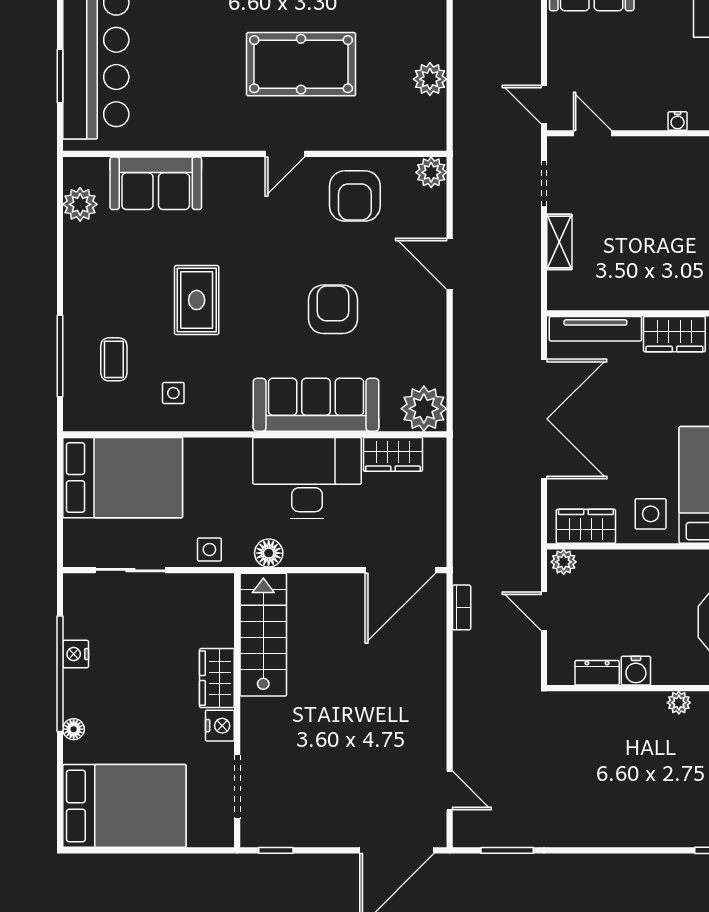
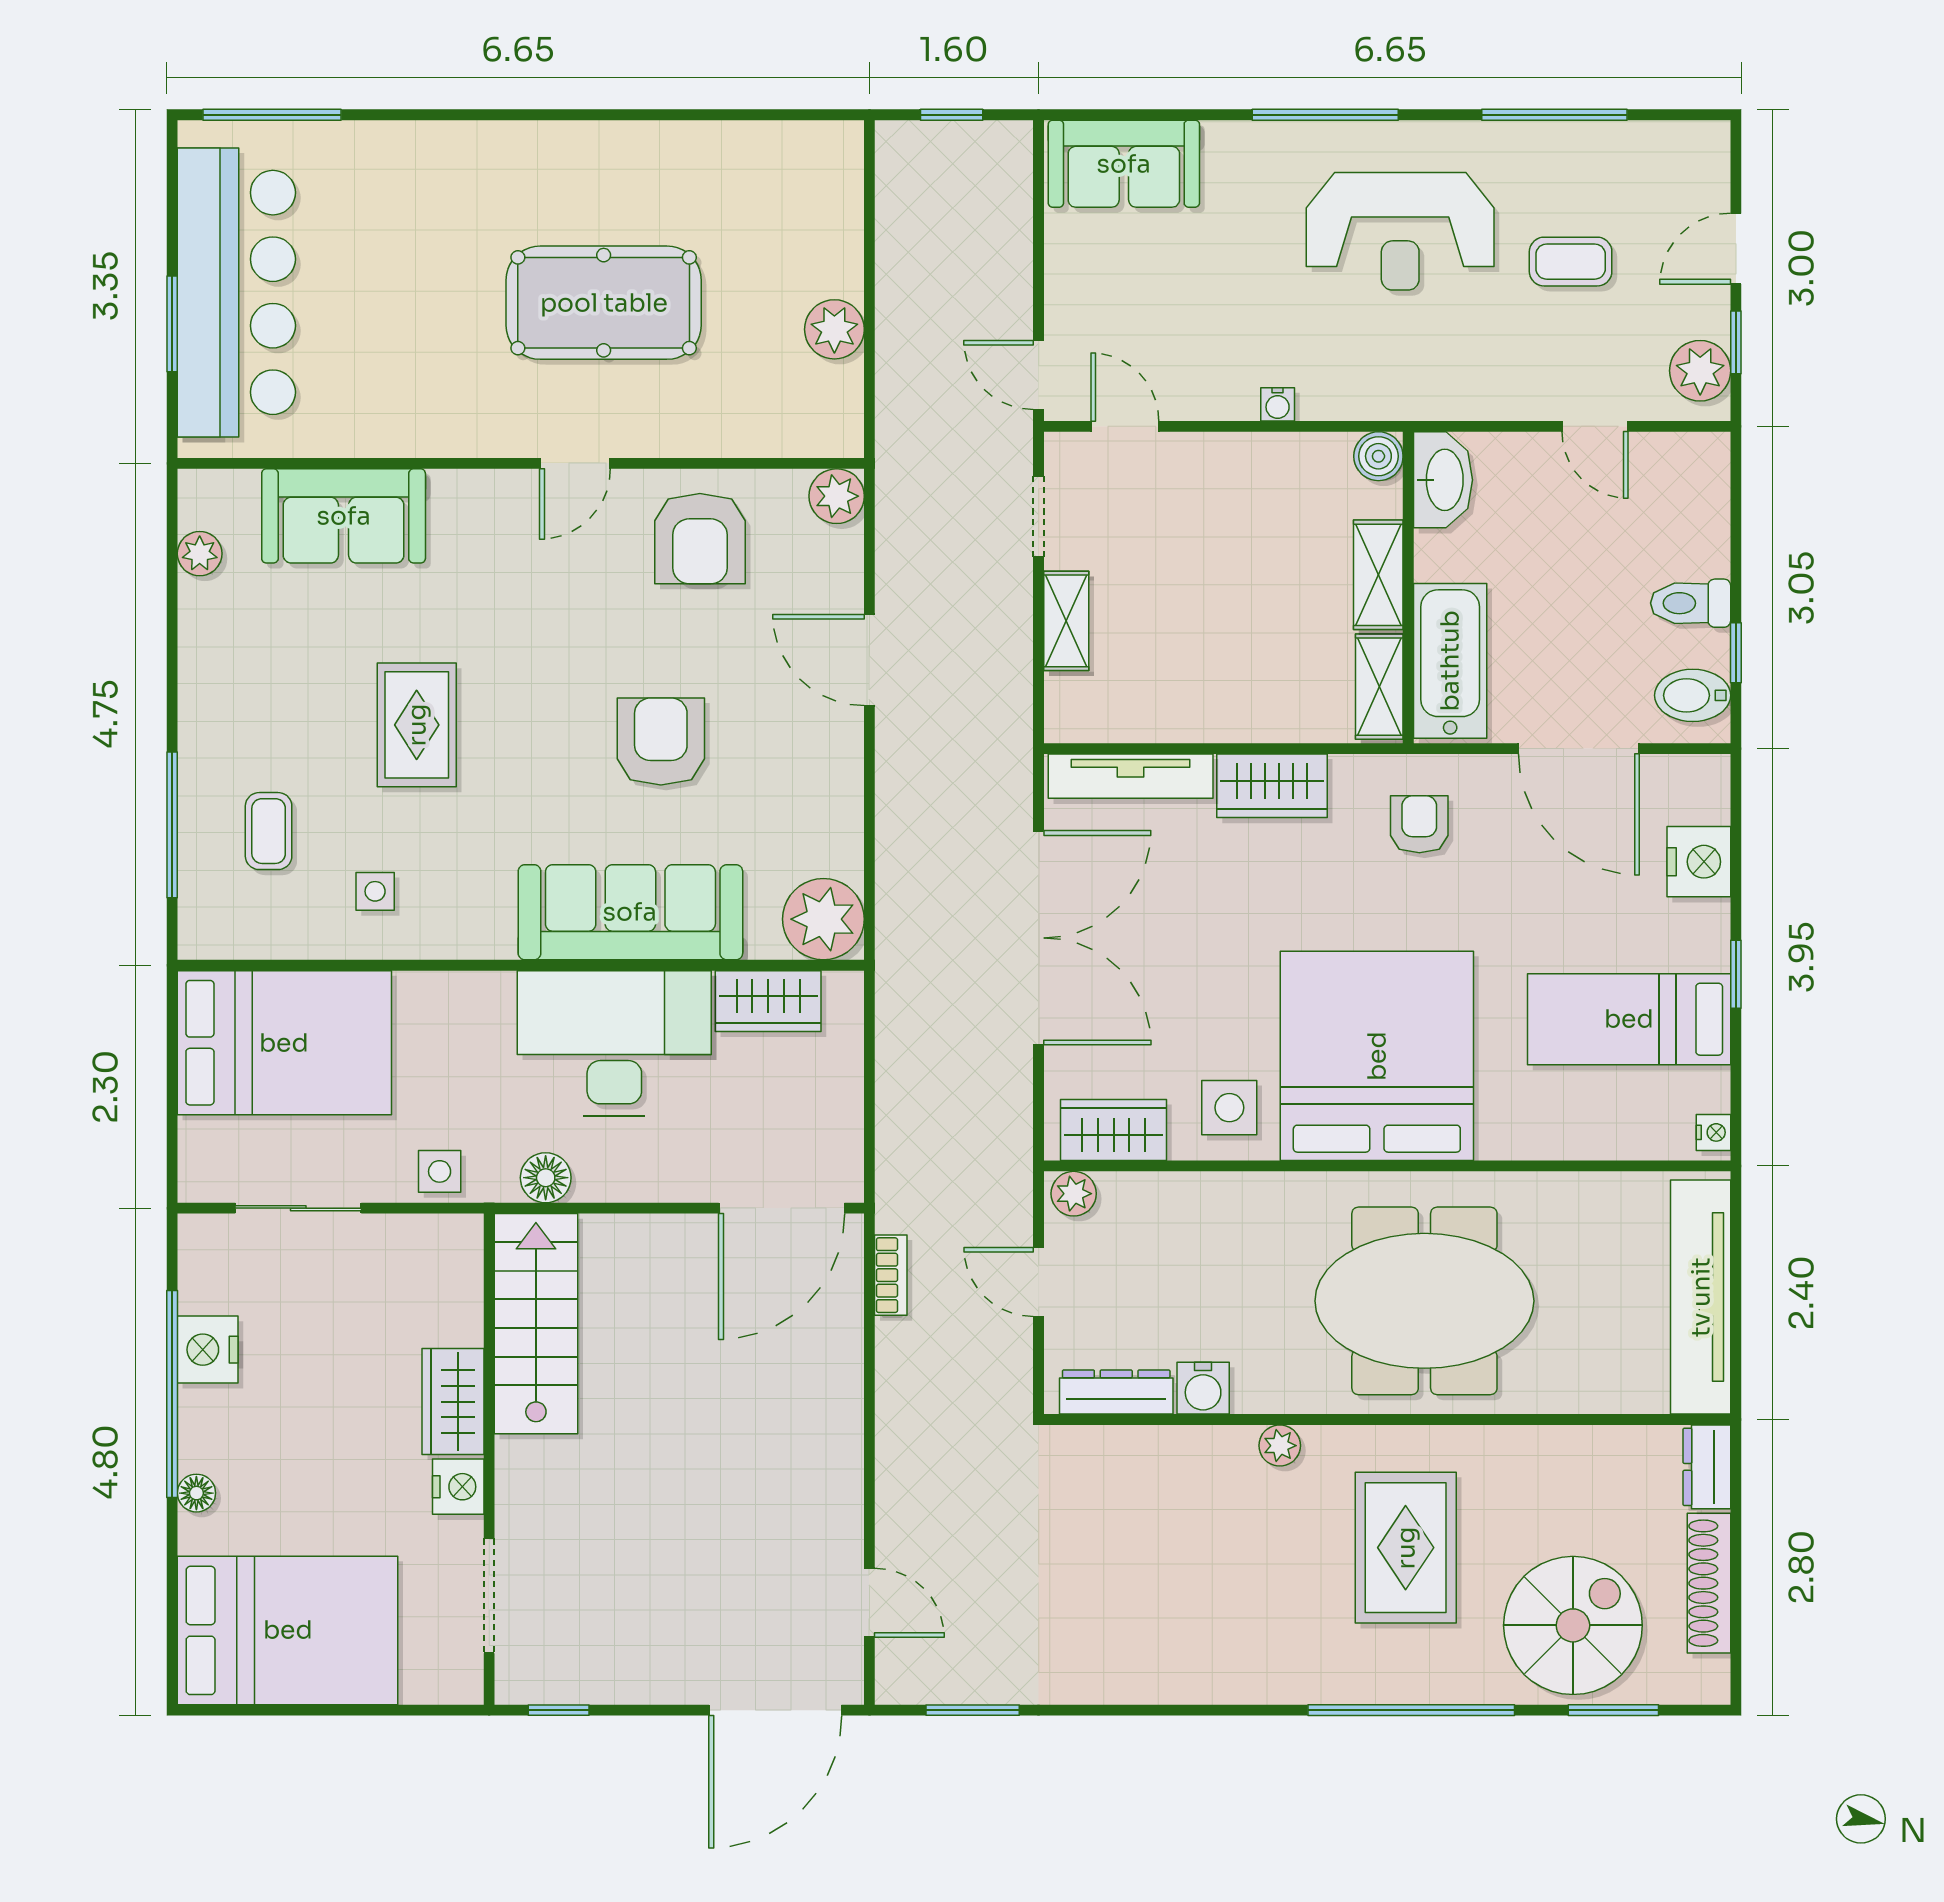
plant: (80, 204) -> (200, 554), width x0.73, depth x0.73
nightstand: (76, 654) -> (208, 1350), width x1.36, depth x1.33
dresser: (597, 673) -> (1116, 1392), width x1.44

